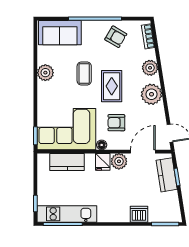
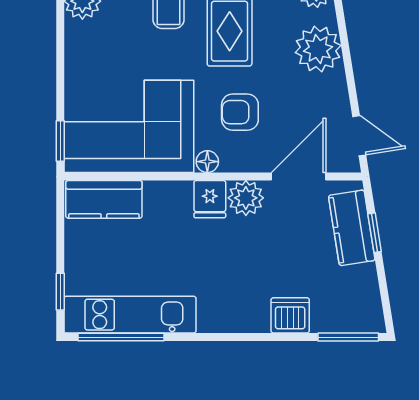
kitchen counter: (67, 162) -> (104, 199), moved

